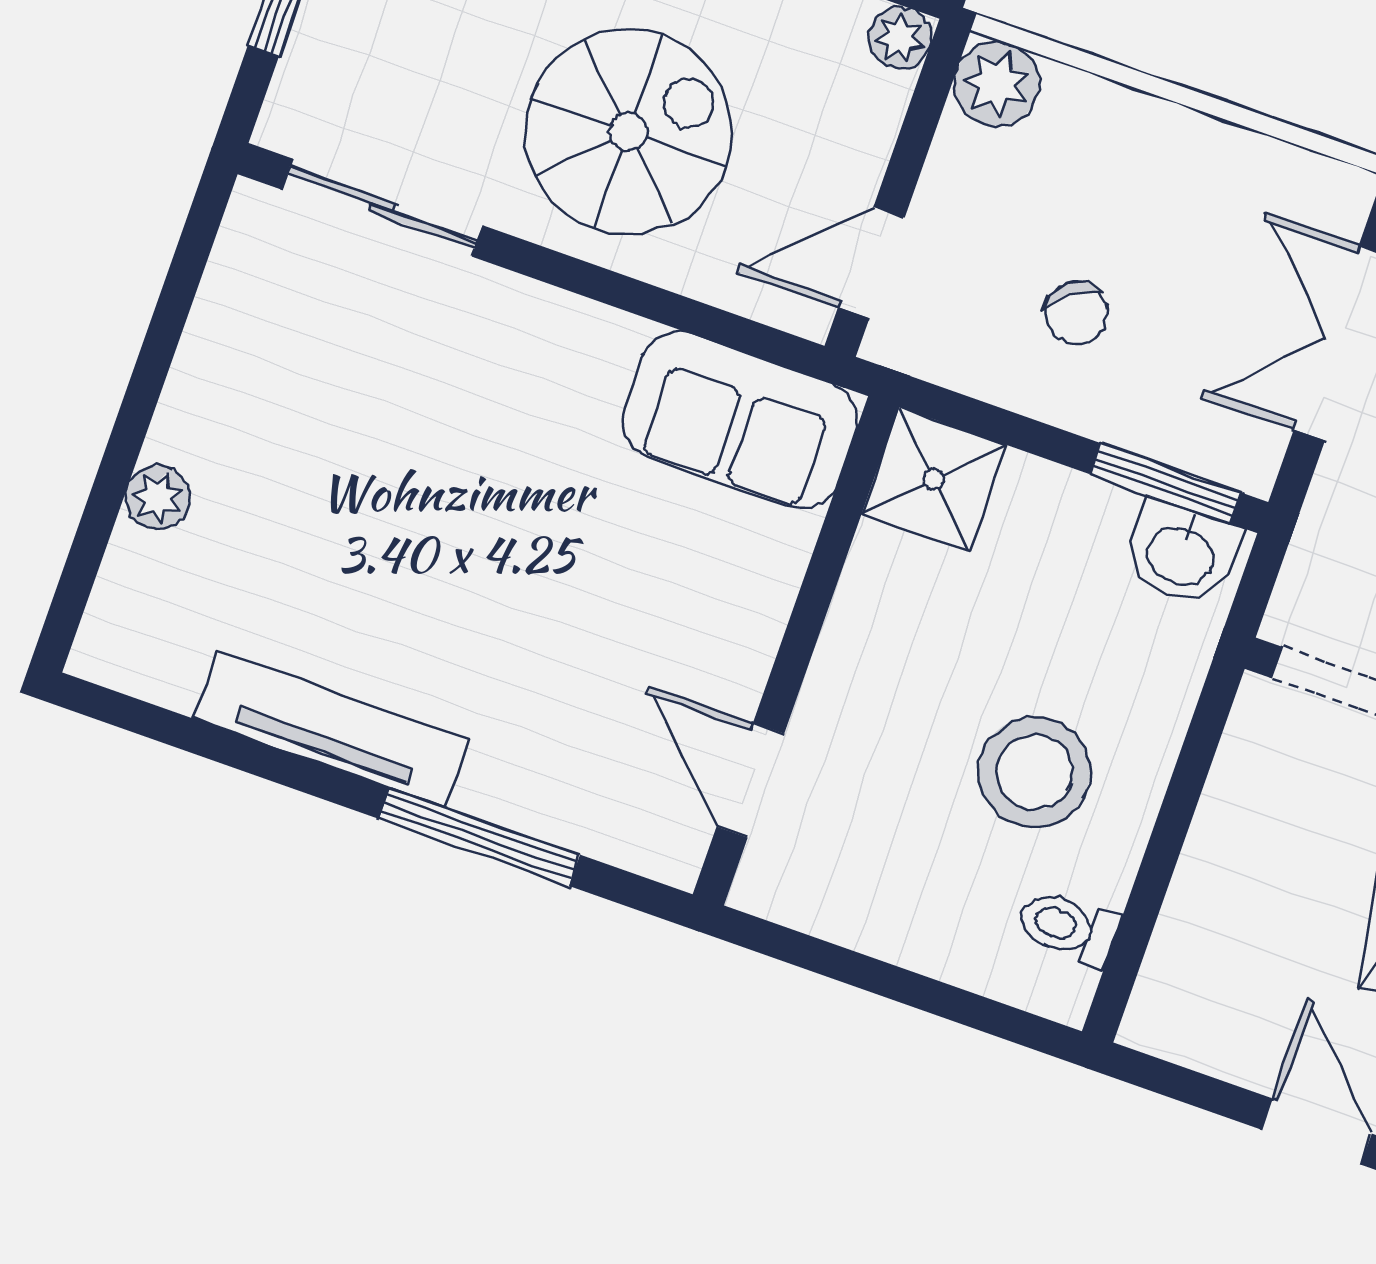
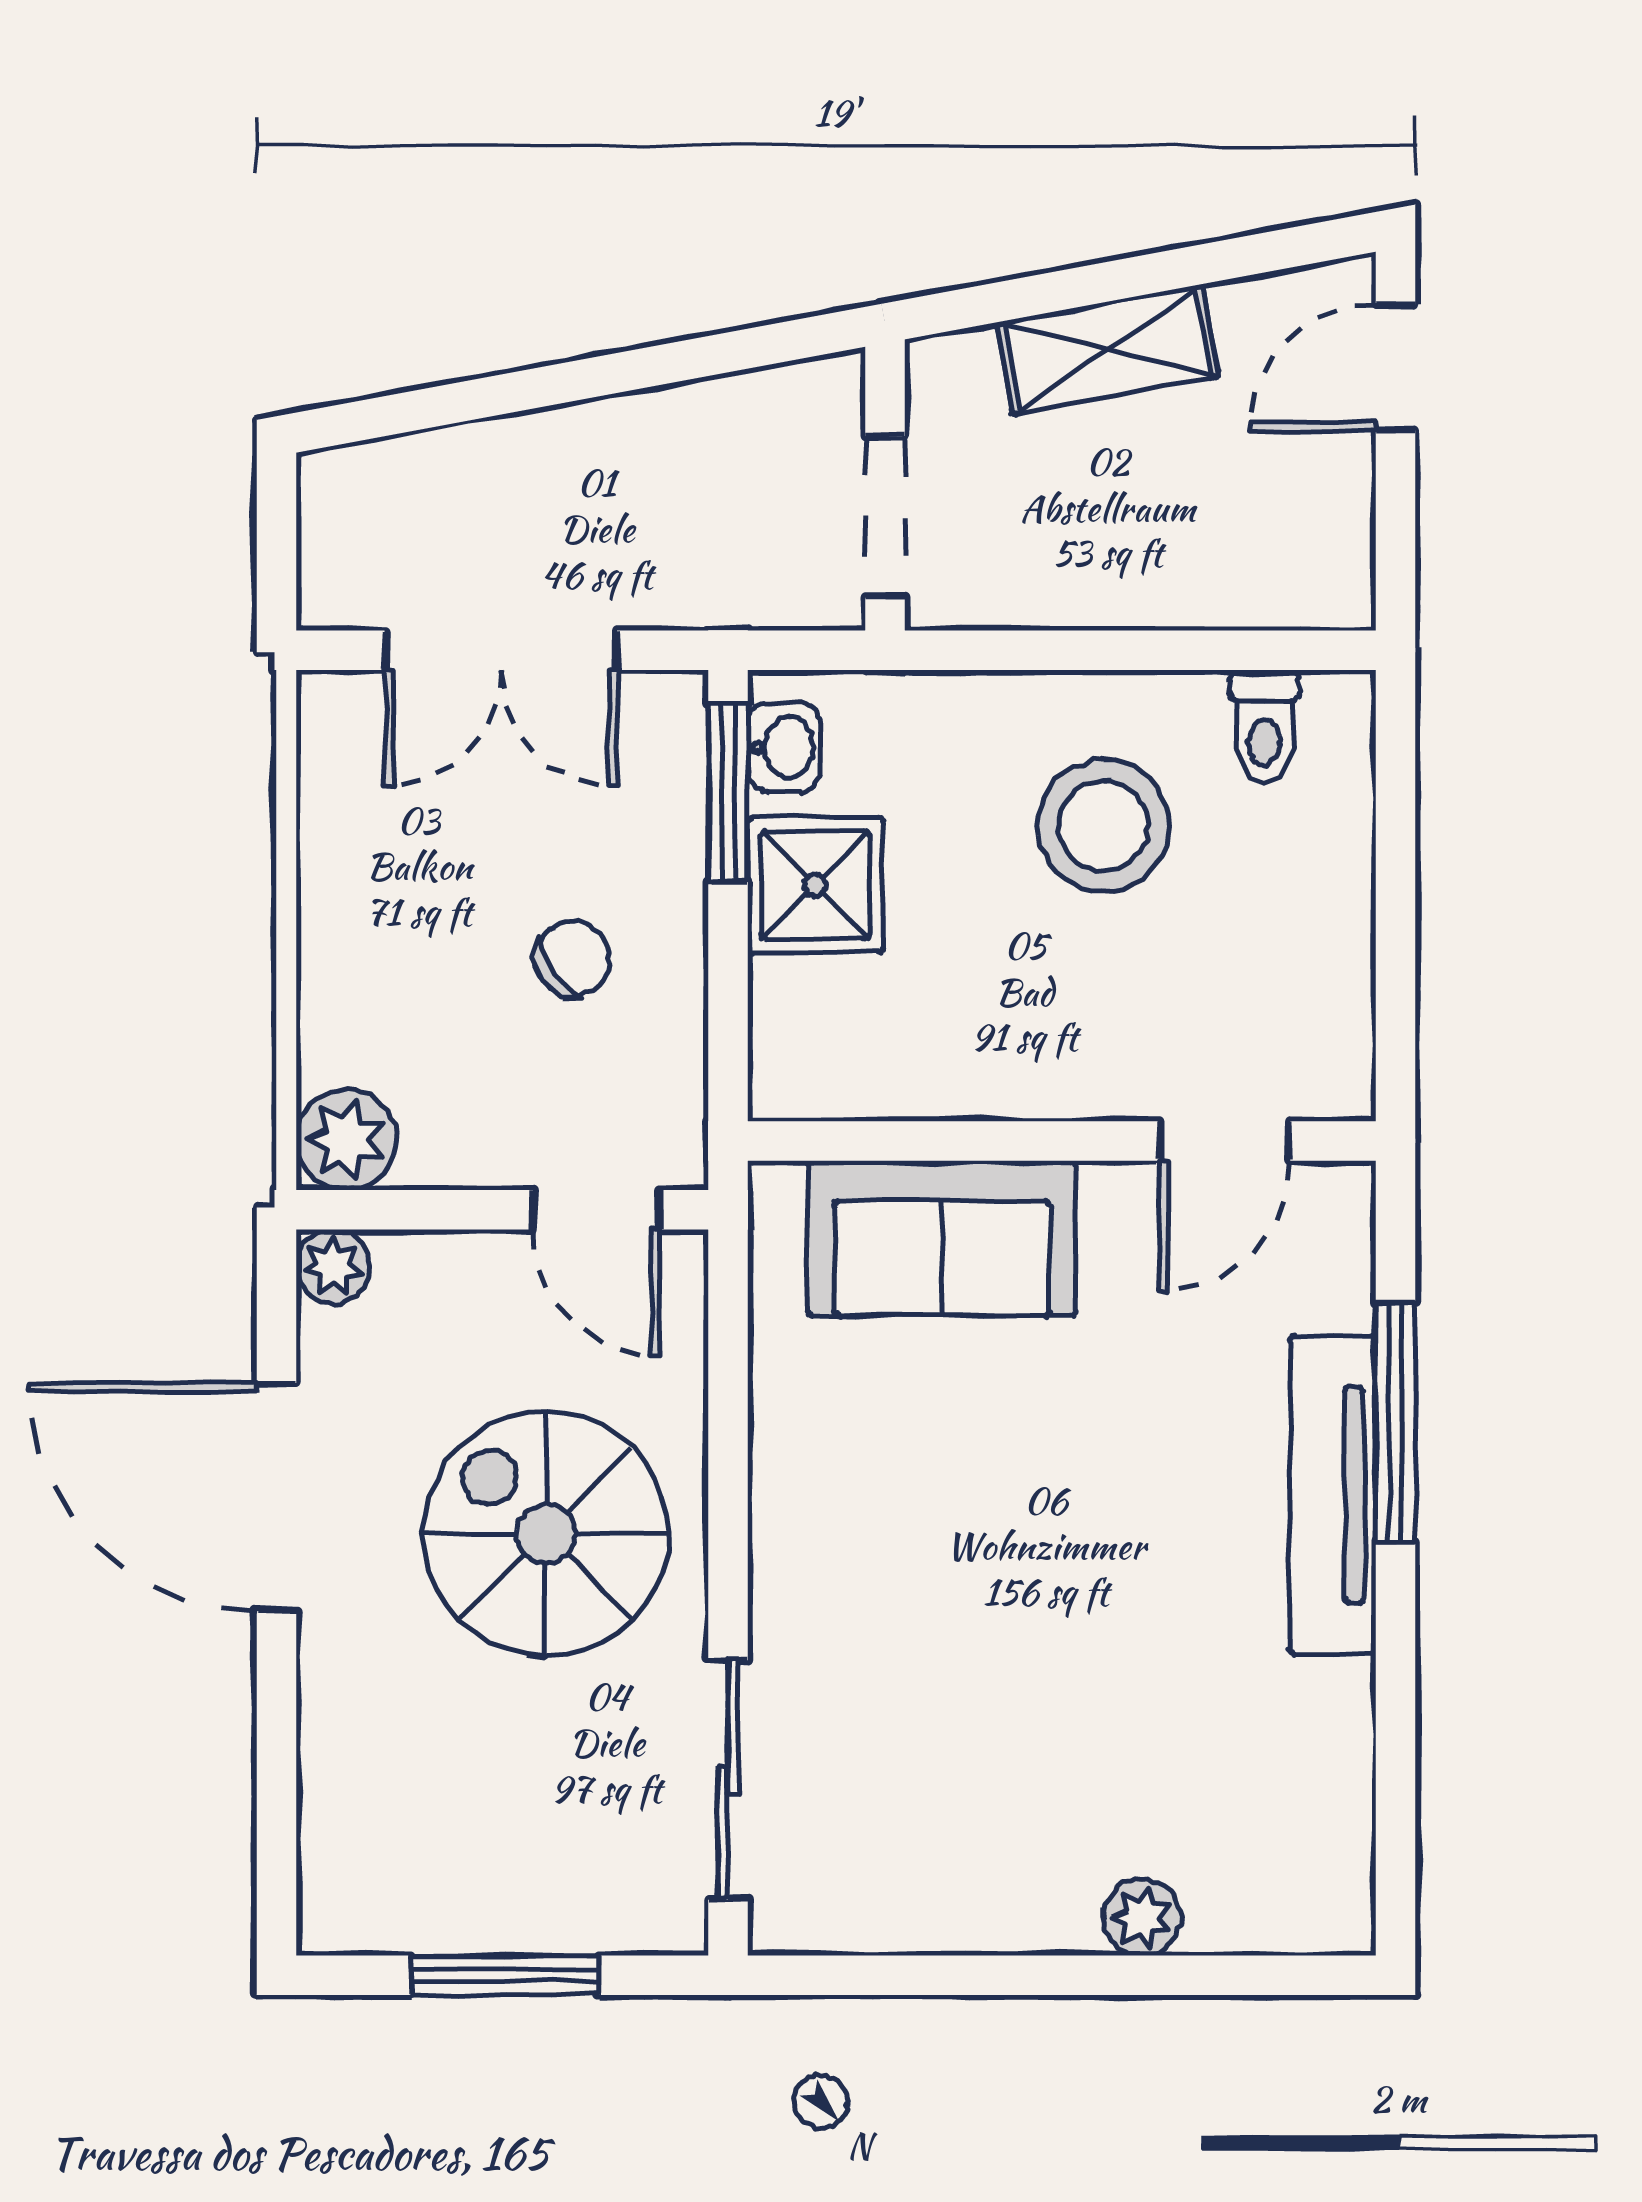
sofa: (740, 420) -> (942, 1238), moved, turned 90
shower: (934, 480) -> (815, 885), moved
washbasin: (1181, 553) -> (784, 747), width x0.72, depth x0.69
tv unit: (331, 729) -> (1333, 1495), moved

